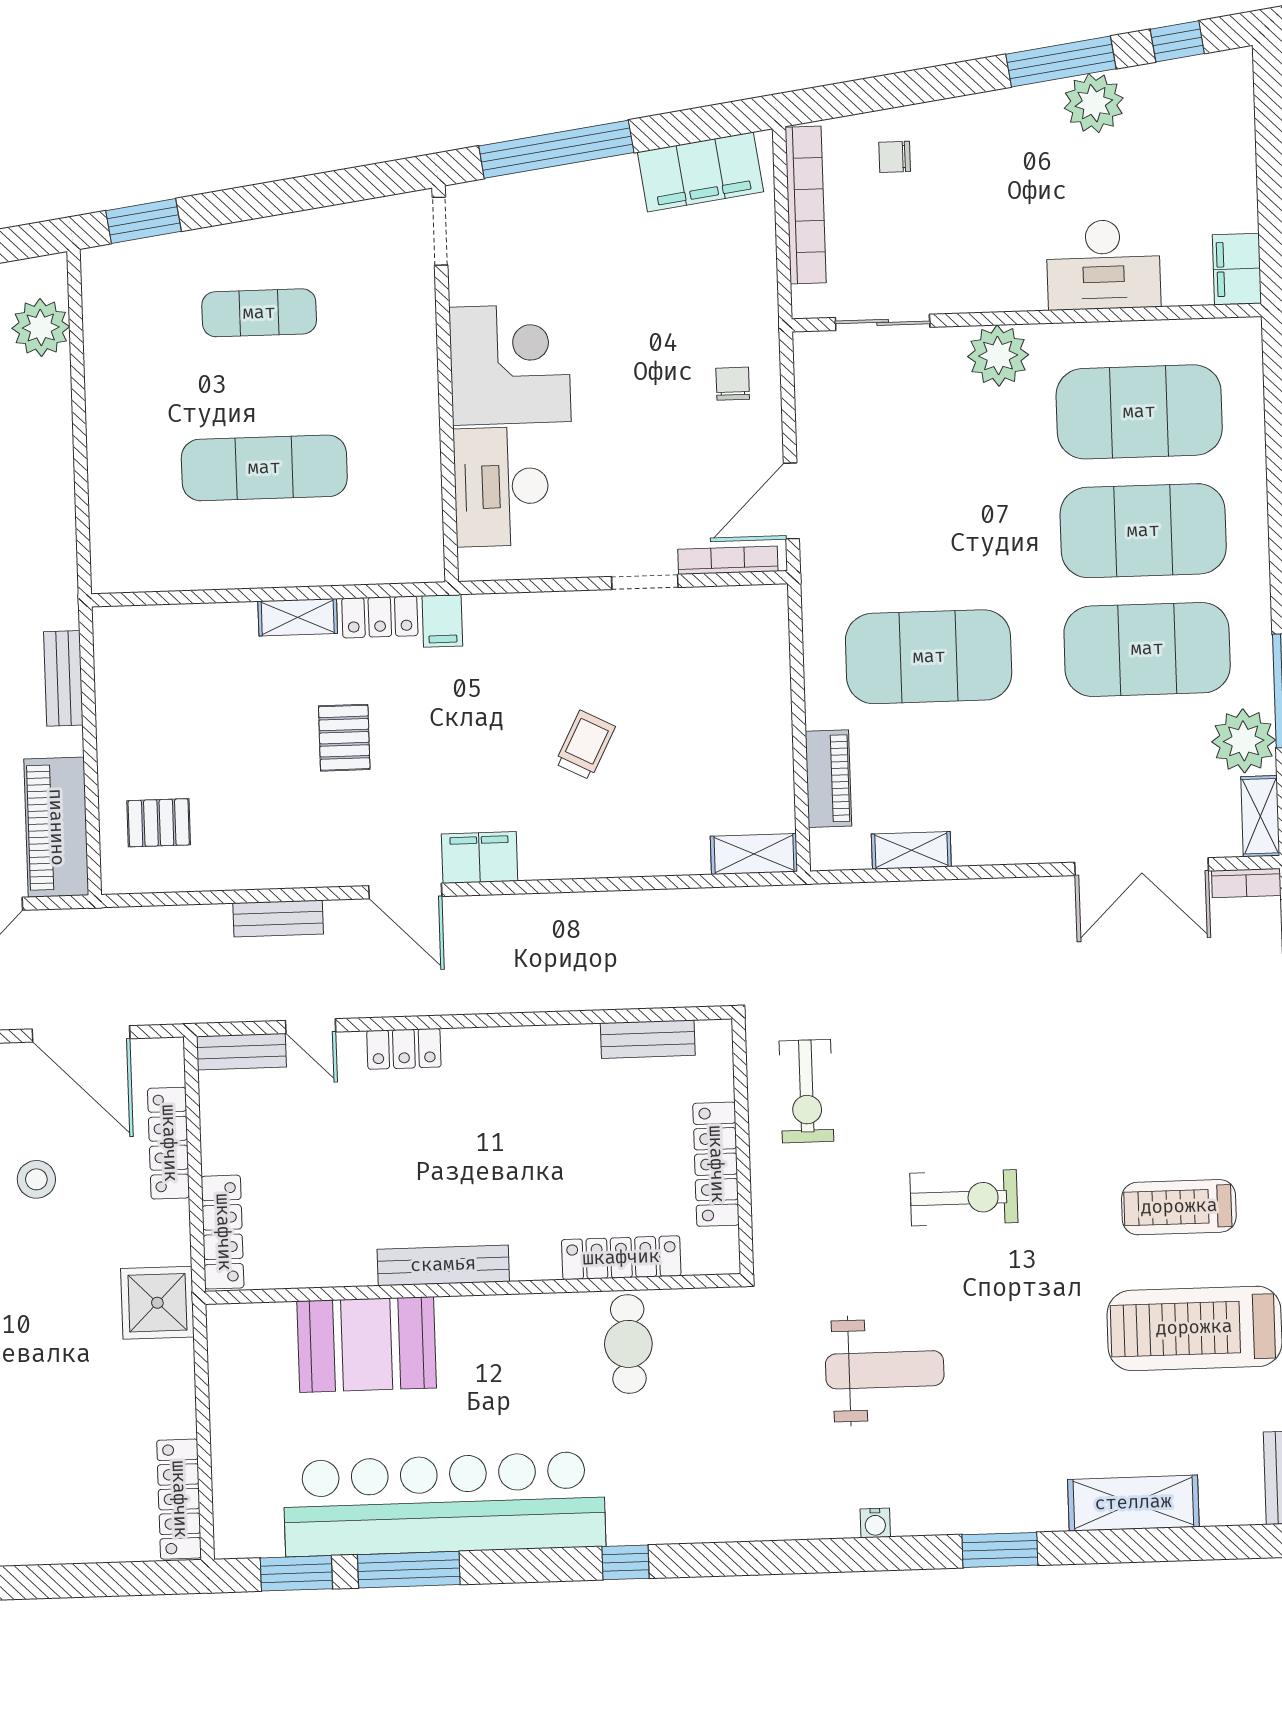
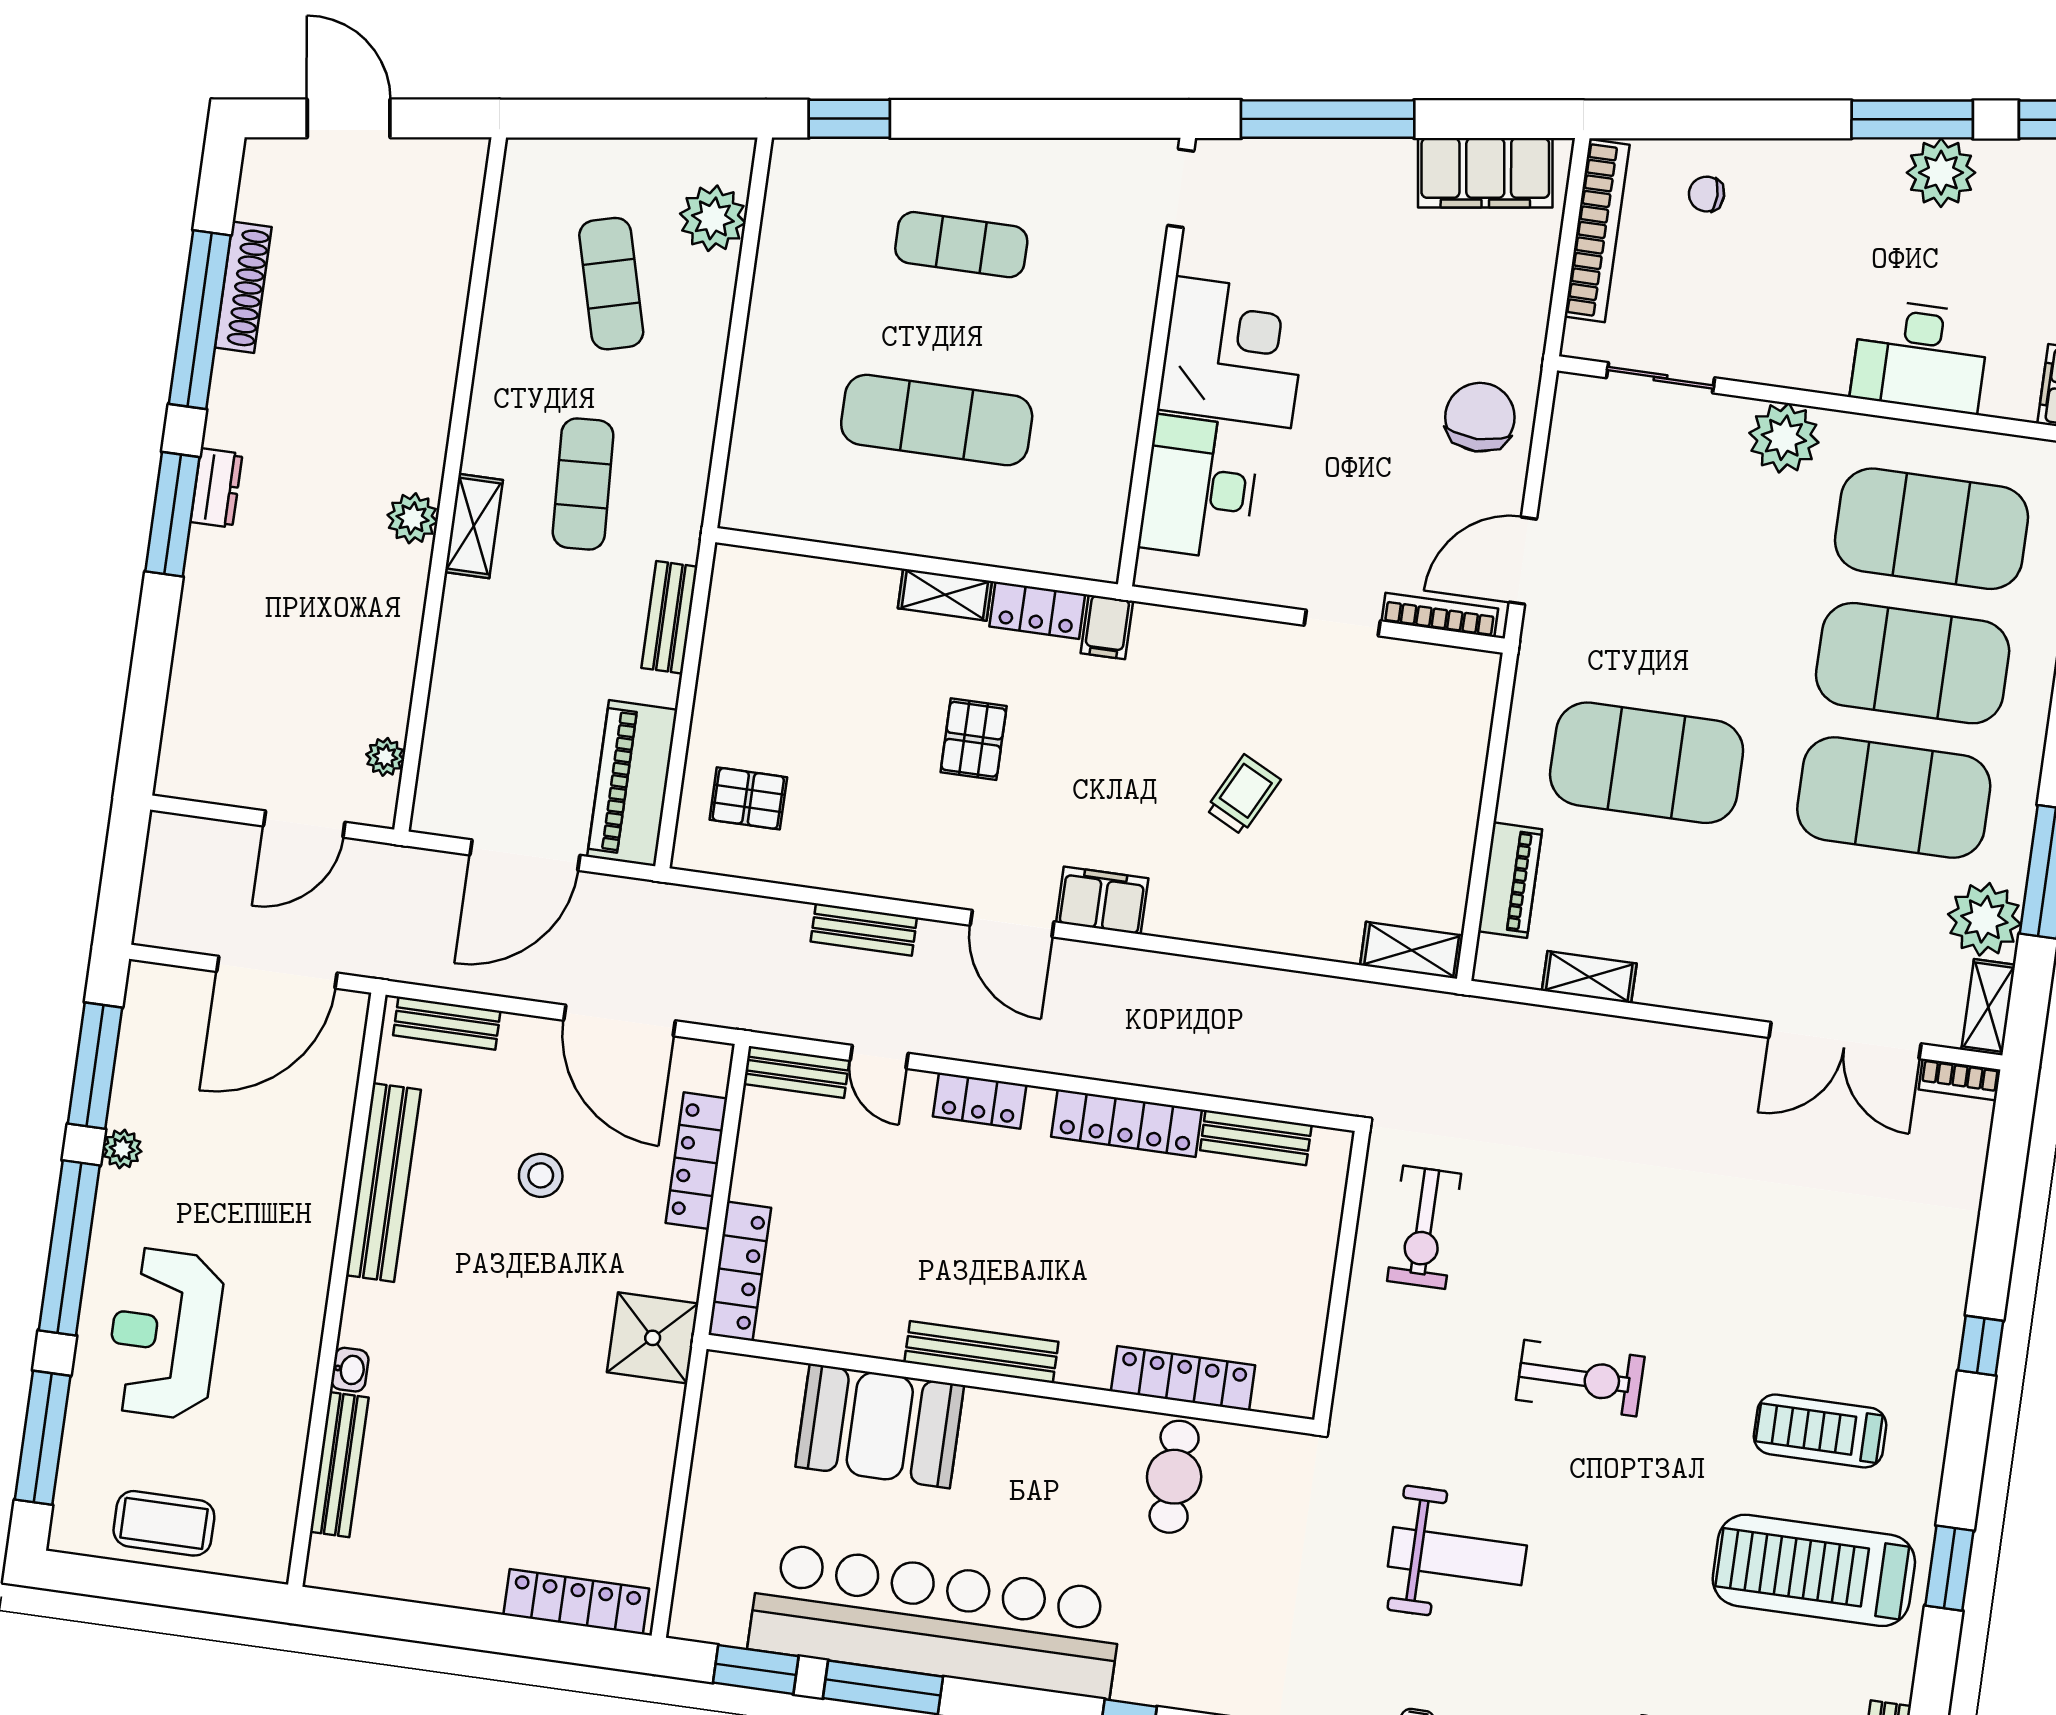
chair: (733, 384) -> (1480, 417), width x1.87, depth x1.87
locker: (716, 1164) -> (1127, 1123), moved, turned -90
locker: (179, 1499) -> (576, 1602), moved, turned 90

